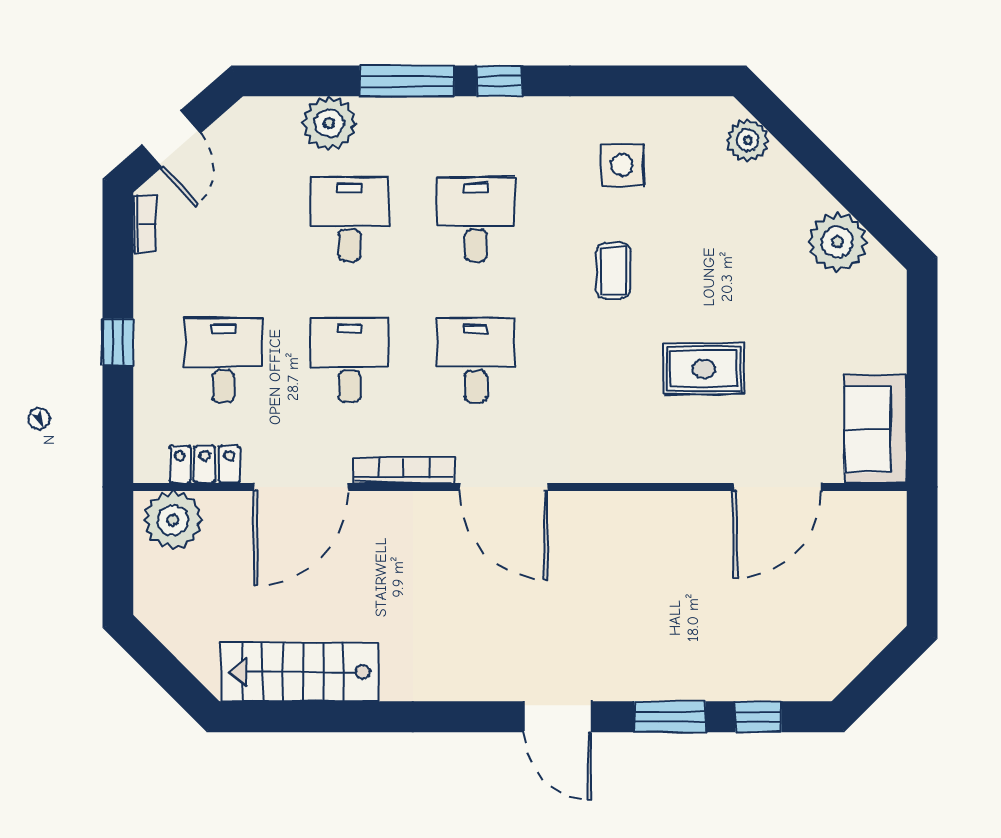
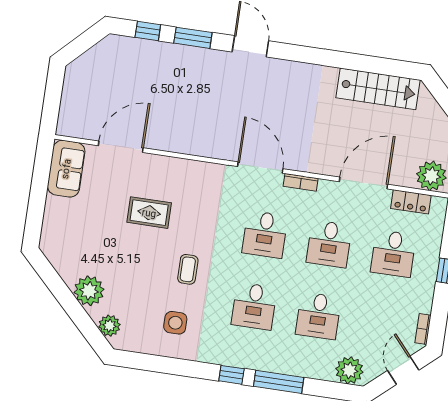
plant: (329, 123) -> (349, 370), moved
plant: (837, 242) -> (89, 291), moved
bookcase: (404, 470) -> (301, 182), width x0.64

